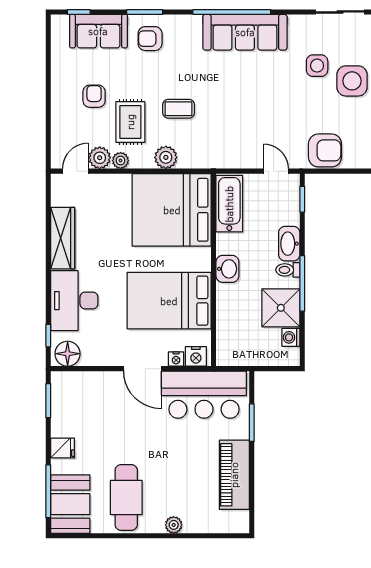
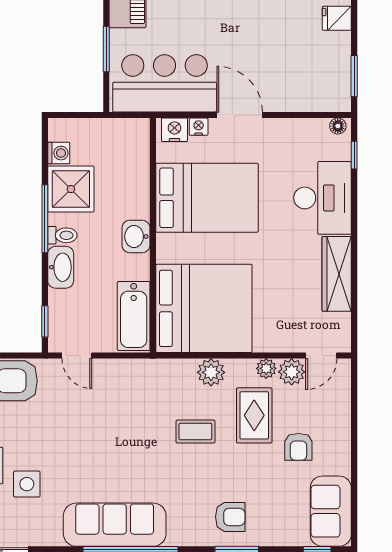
sofa: (98, 31) -> (331, 511), moved, turned -90
floor lamp: (68, 354) -> (338, 126), width x0.53, depth x0.53

